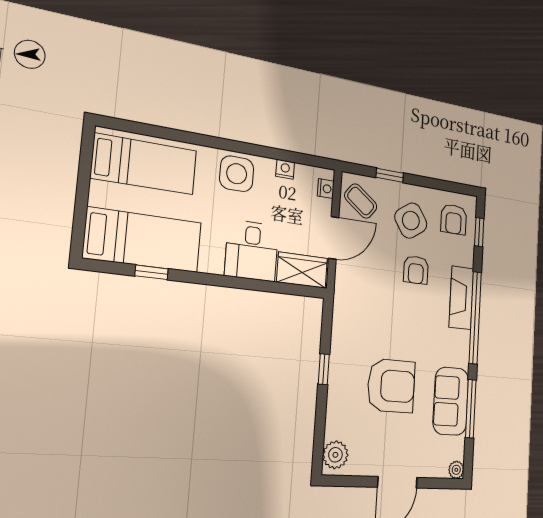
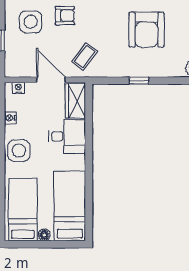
floor lamp: (99, 192) -> (44, 235), added
coffee table: (361, 201) -> (85, 57), moved
side table: (411, 221) -> (31, 22), turned 34
window: (152, 272) -> (89, 199), removed
armchair: (391, 386) -> (147, 30), turned 180

